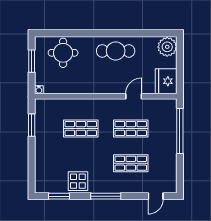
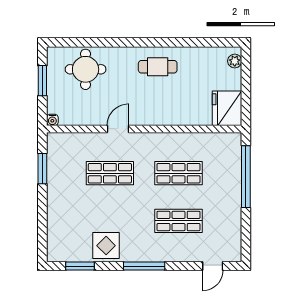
plant: (167, 47) -> (235, 61), width x0.53, depth x0.53
cafe table: (116, 51) -> (158, 67), width x0.73, depth x0.74
door: (134, 96) -> (118, 129), moved

